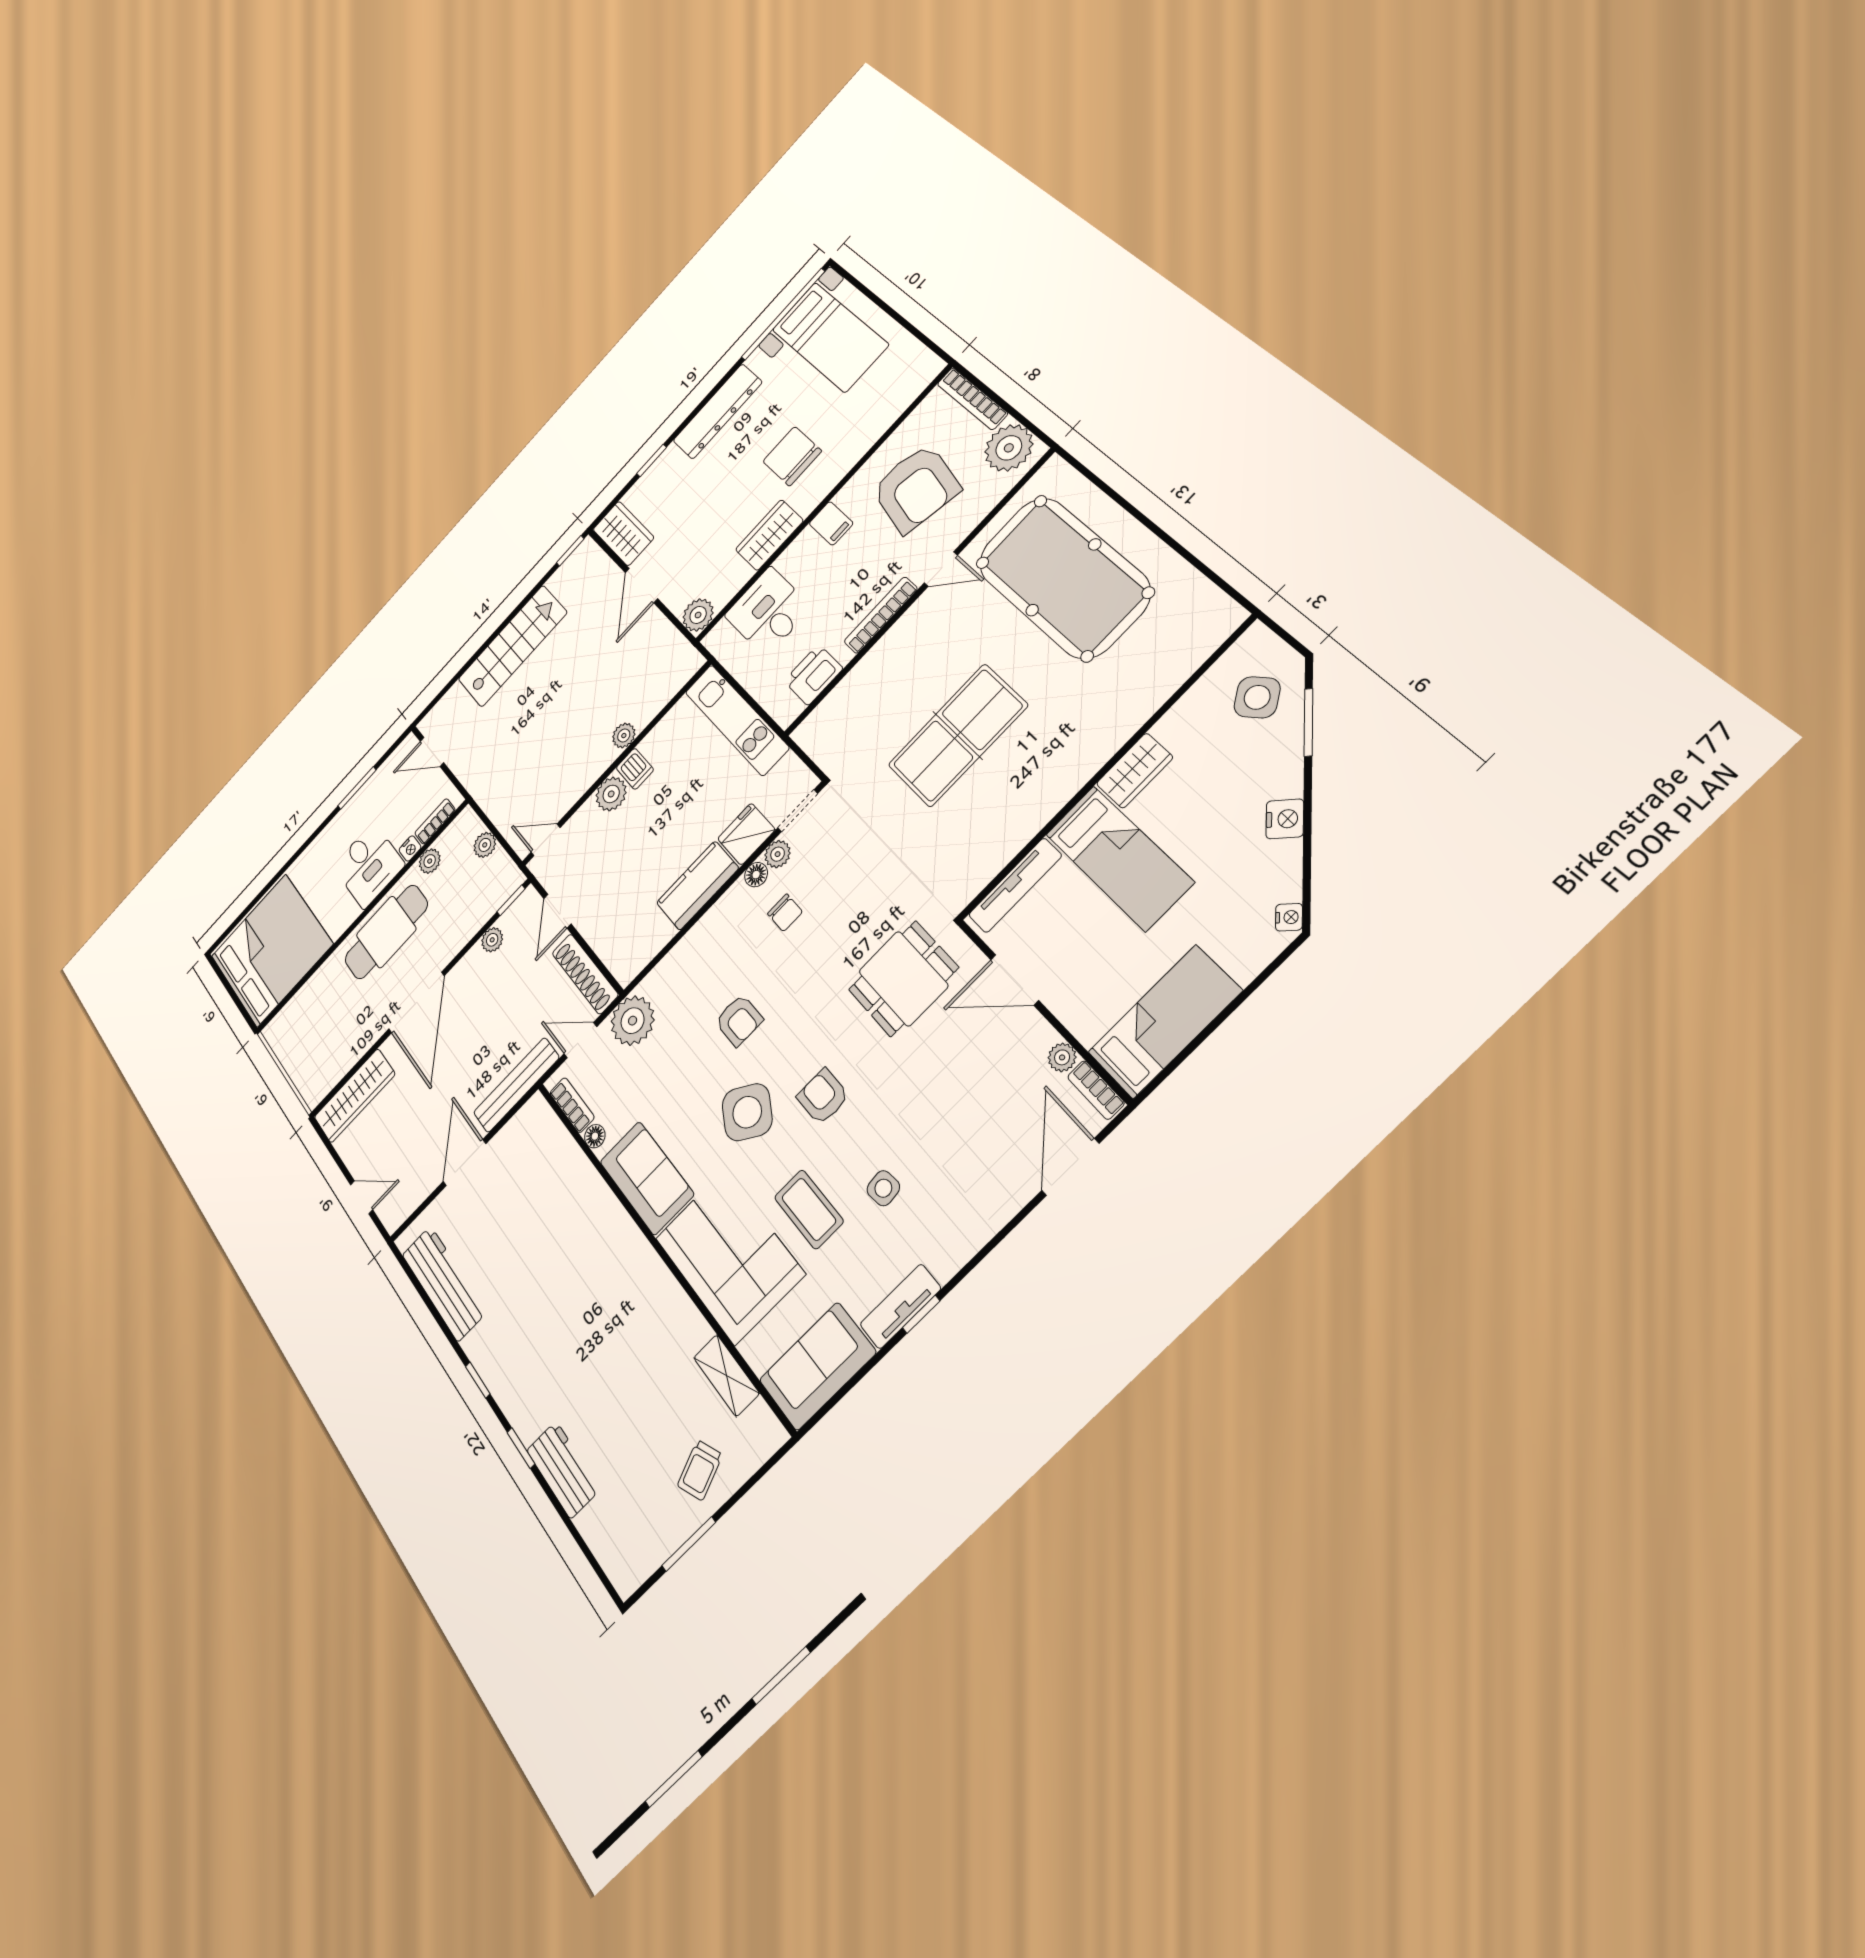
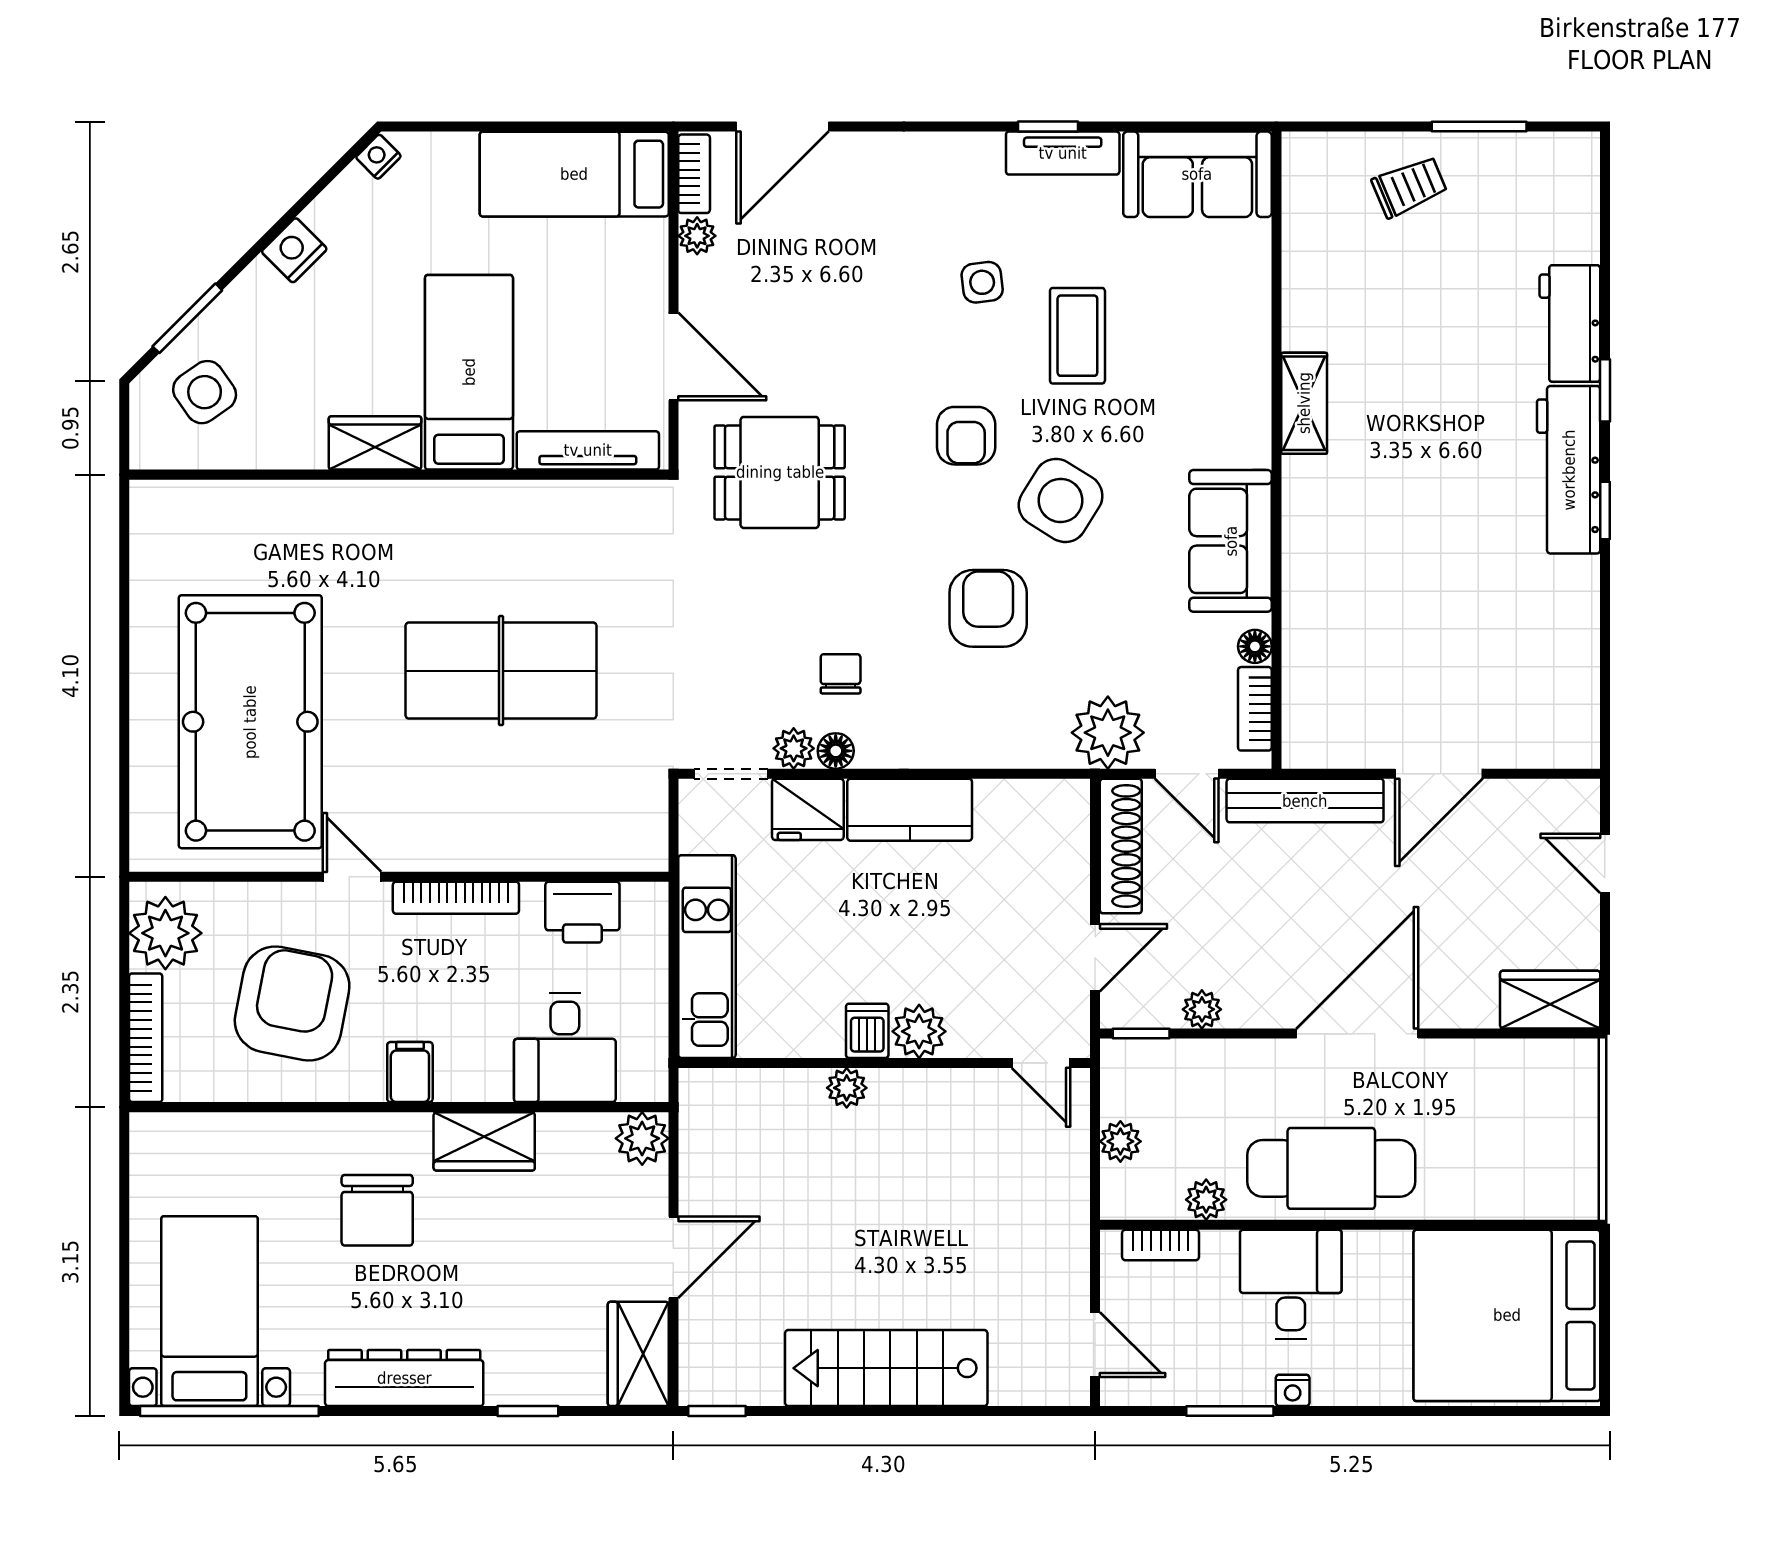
nightstand: (410, 849) -> (1293, 1390), moved, turned 180
armchair: (739, 1020) -> (988, 608), width x1.38, depth x1.38
wardrobe: (355, 1096) -> (1550, 1000), width x0.67
corner sofa: (729, 1256) -> (1203, 370), removed
workbench: (444, 1283) -> (1569, 470), moved
shelving: (726, 1375) -> (1304, 403), moved

